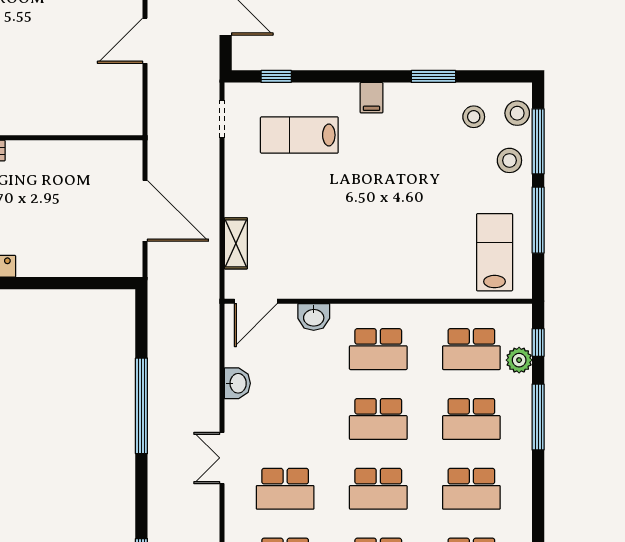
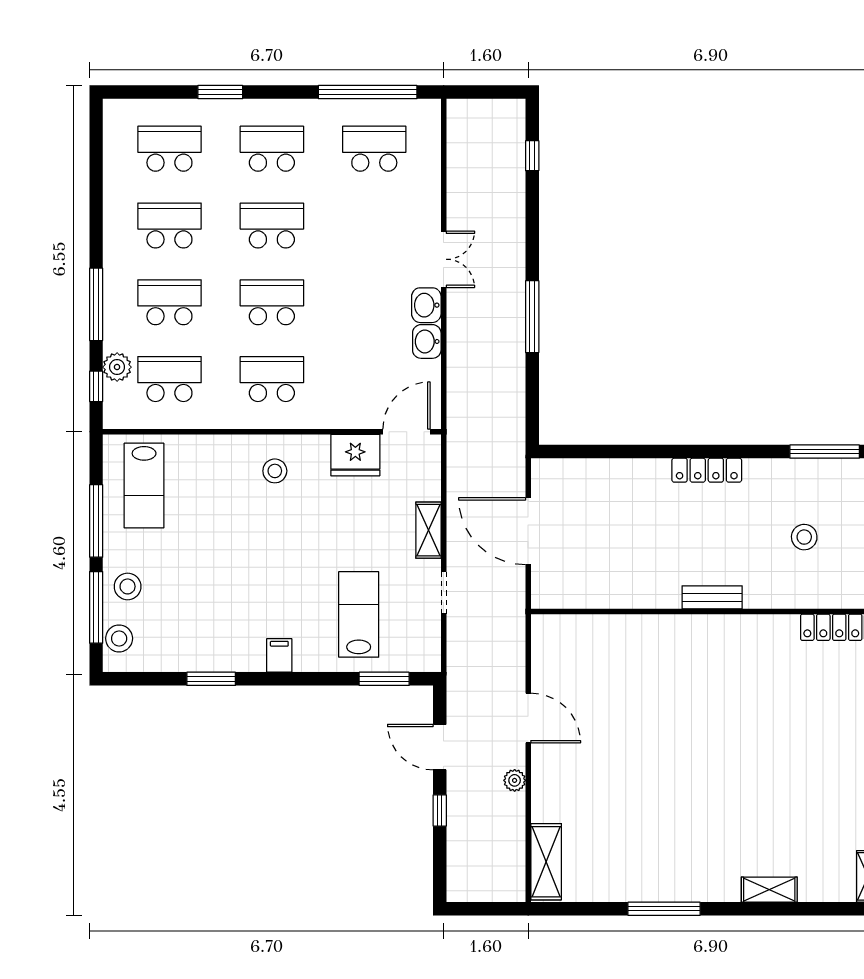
door: (145, 41) -> (528, 718), hinge flipped
window: (276, 76) -> (384, 679), width x1.50
stool: (474, 117) -> (275, 471), moved
doorway: (222, 119) -> (444, 593), moved
lab bench: (299, 135) -> (359, 614), turned -90
shelving: (236, 243) -> (428, 530), moved
fridge: (302, 280) -> (355, 455), added
washbasin: (314, 317) -> (426, 305), moved, turned -90
window: (141, 406) -> (532, 317), width x0.68
school desk: (285, 489) -> (374, 225), removed

